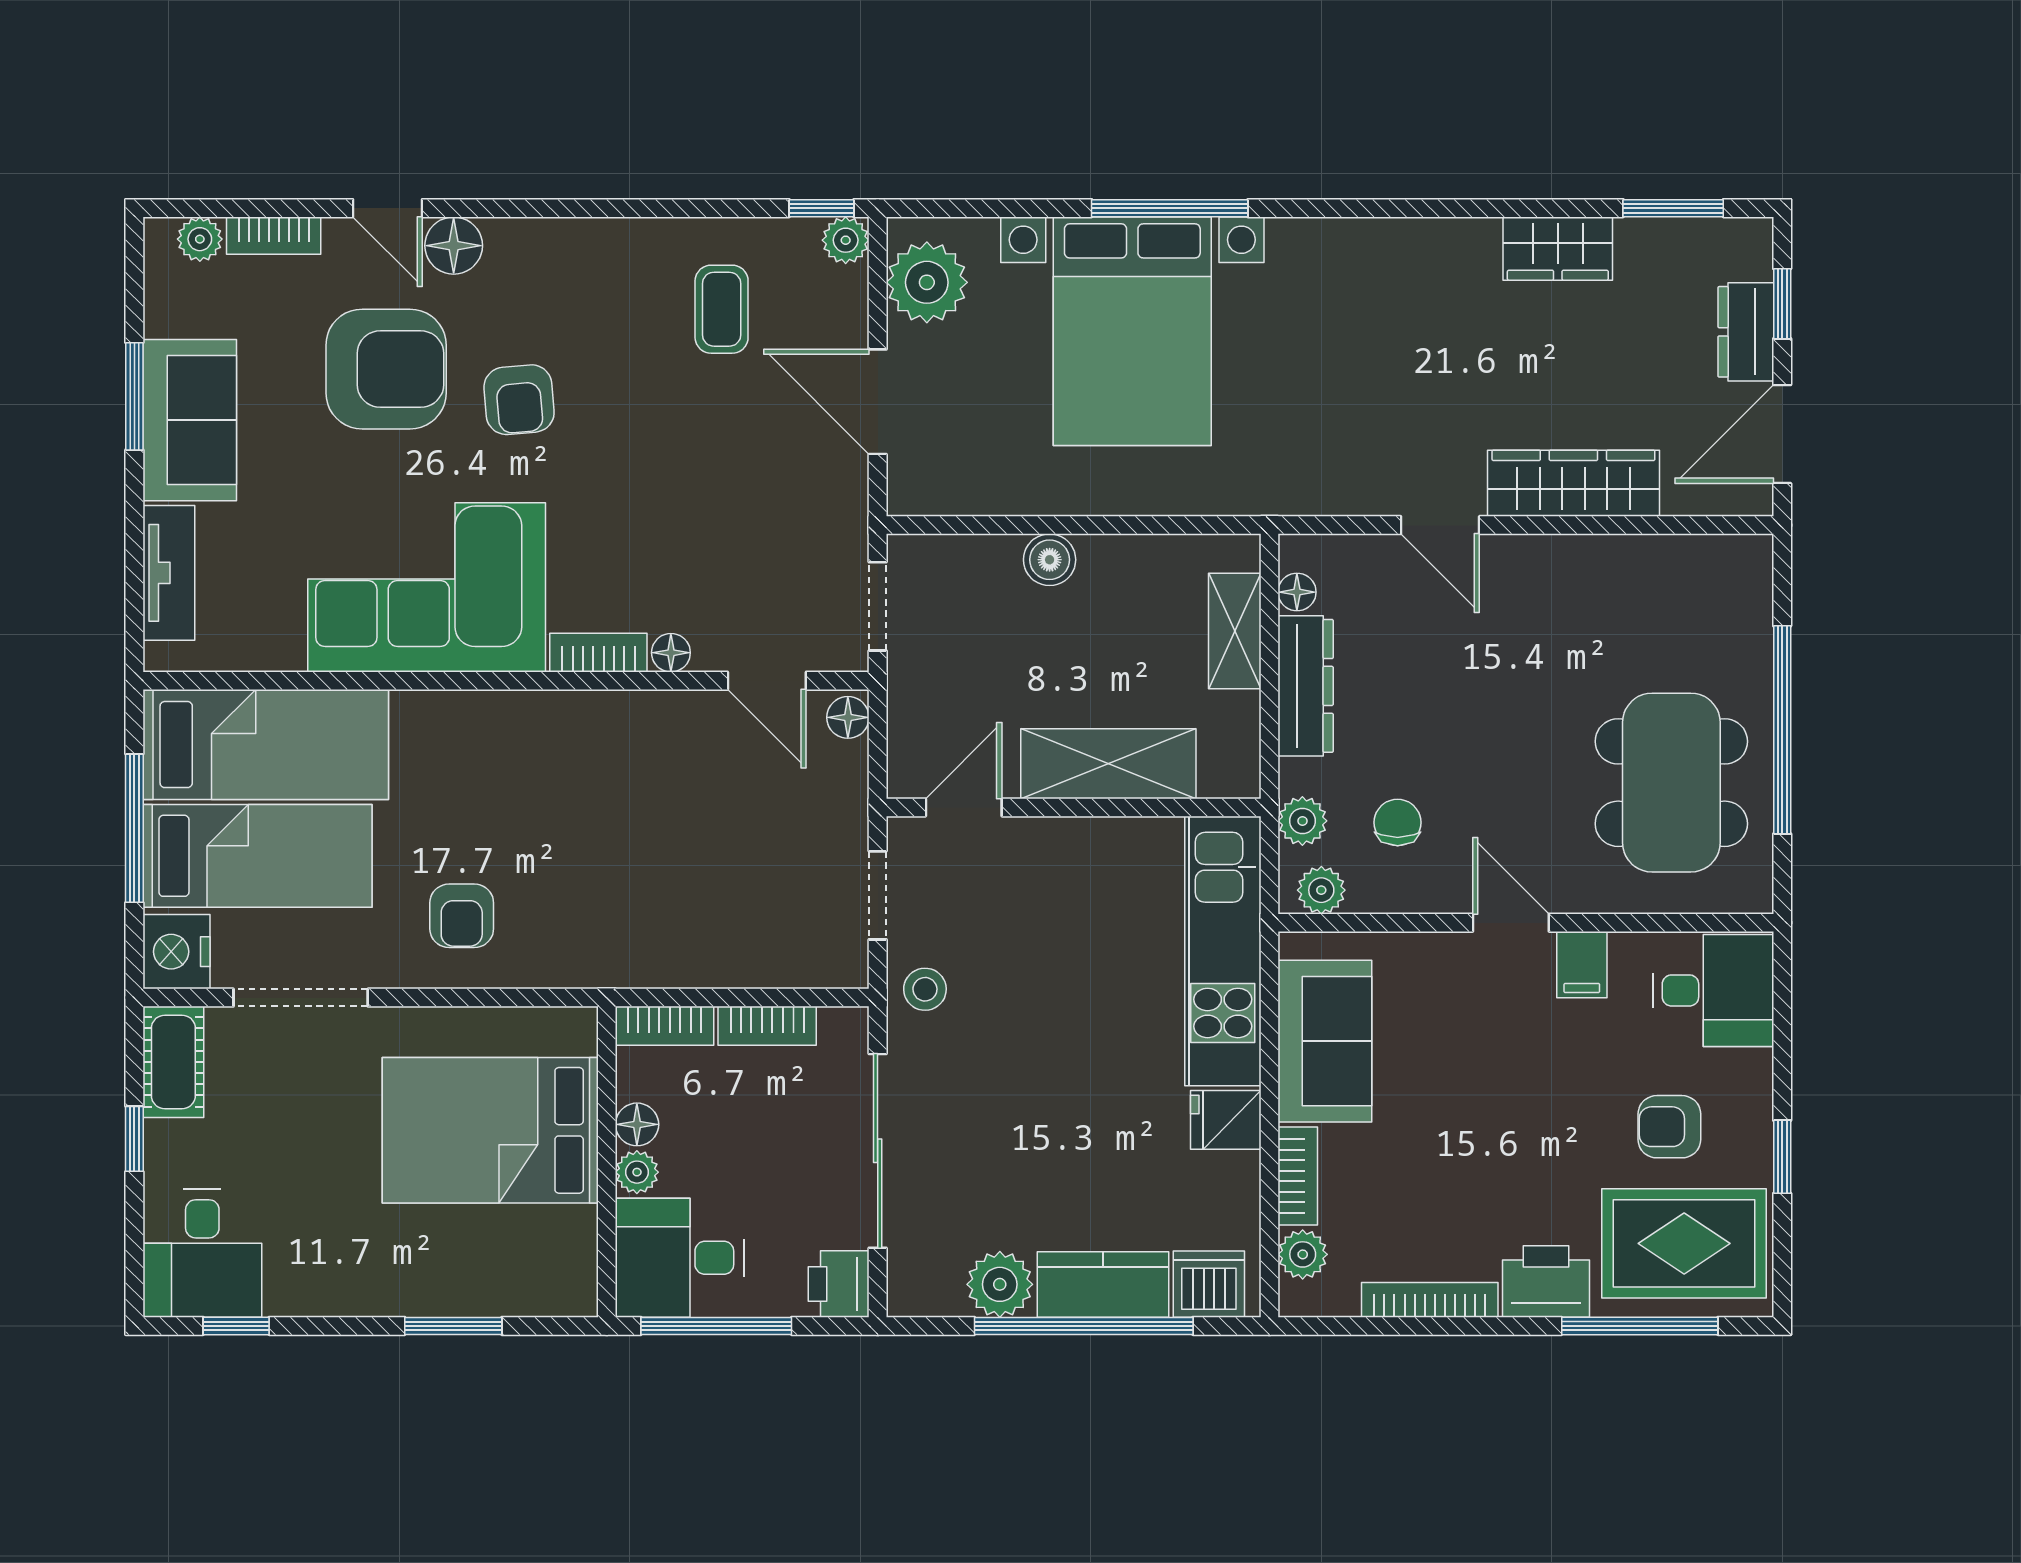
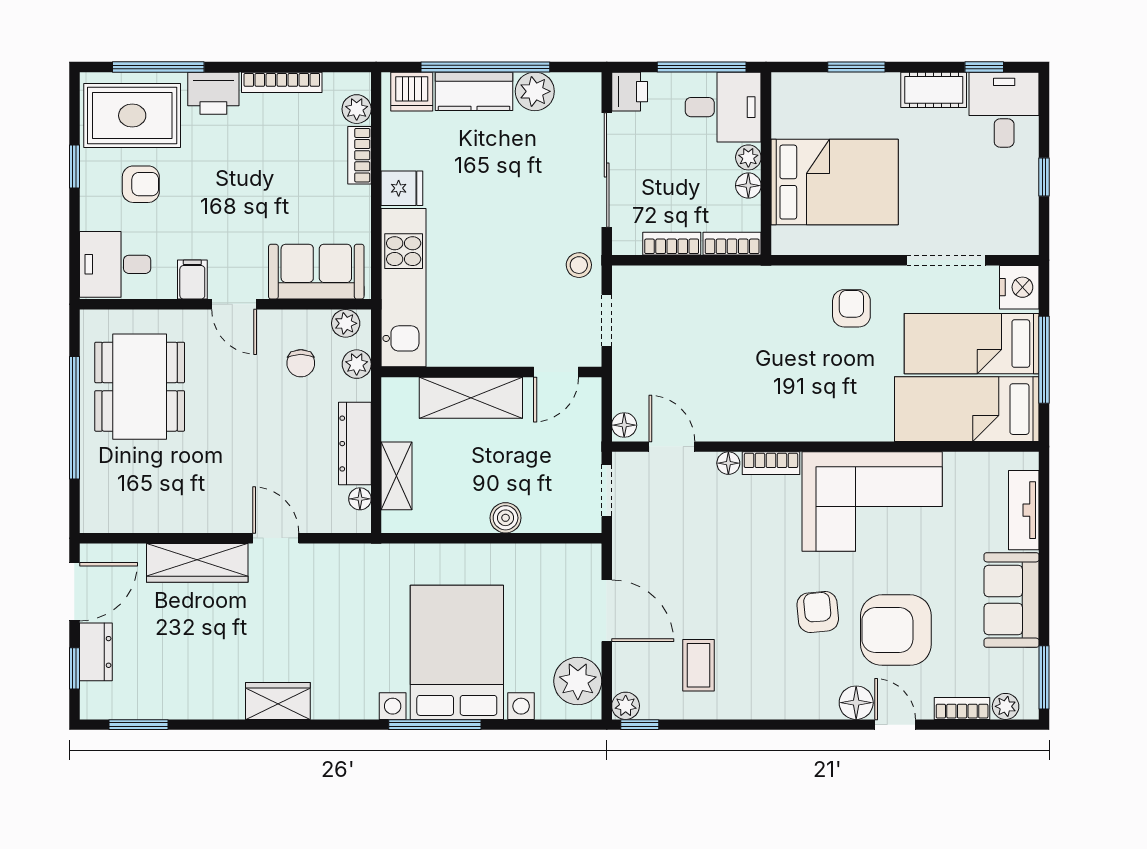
wardrobe: (1558, 249) -> (278, 701), moved
window: (134, 396) -> (1044, 677), moved
sofa: (1325, 1041) -> (316, 272), moved, turned 90
cot: (173, 1062) -> (934, 90), moved, turned 90

